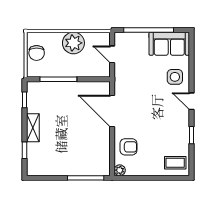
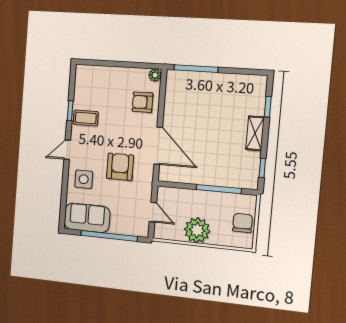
armchair: (144, 91) -> (120, 167), added
door: (191, 101) -> (67, 150), swing flipped
coffee table: (175, 163) -> (86, 118), moved

